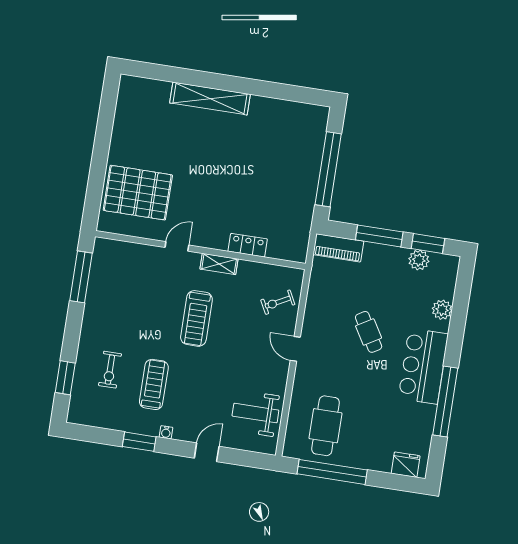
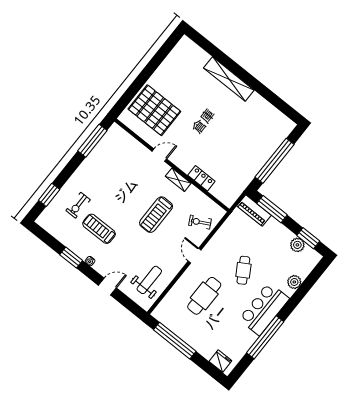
window: (379, 236) -> (272, 209), moved
treadmill: (196, 318) -> (156, 215), moved
treadmill: (154, 384) -> (99, 229), turned -90
weight bench: (255, 413) -> (149, 280), turned 90
cafe table: (325, 426) -> (204, 296), moved

